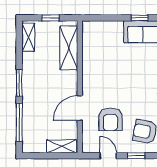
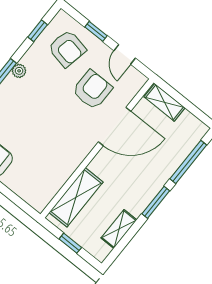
shelving: (28, 37) -> (119, 229), moved
door: (80, 108) -> (115, 126), width x1.36

